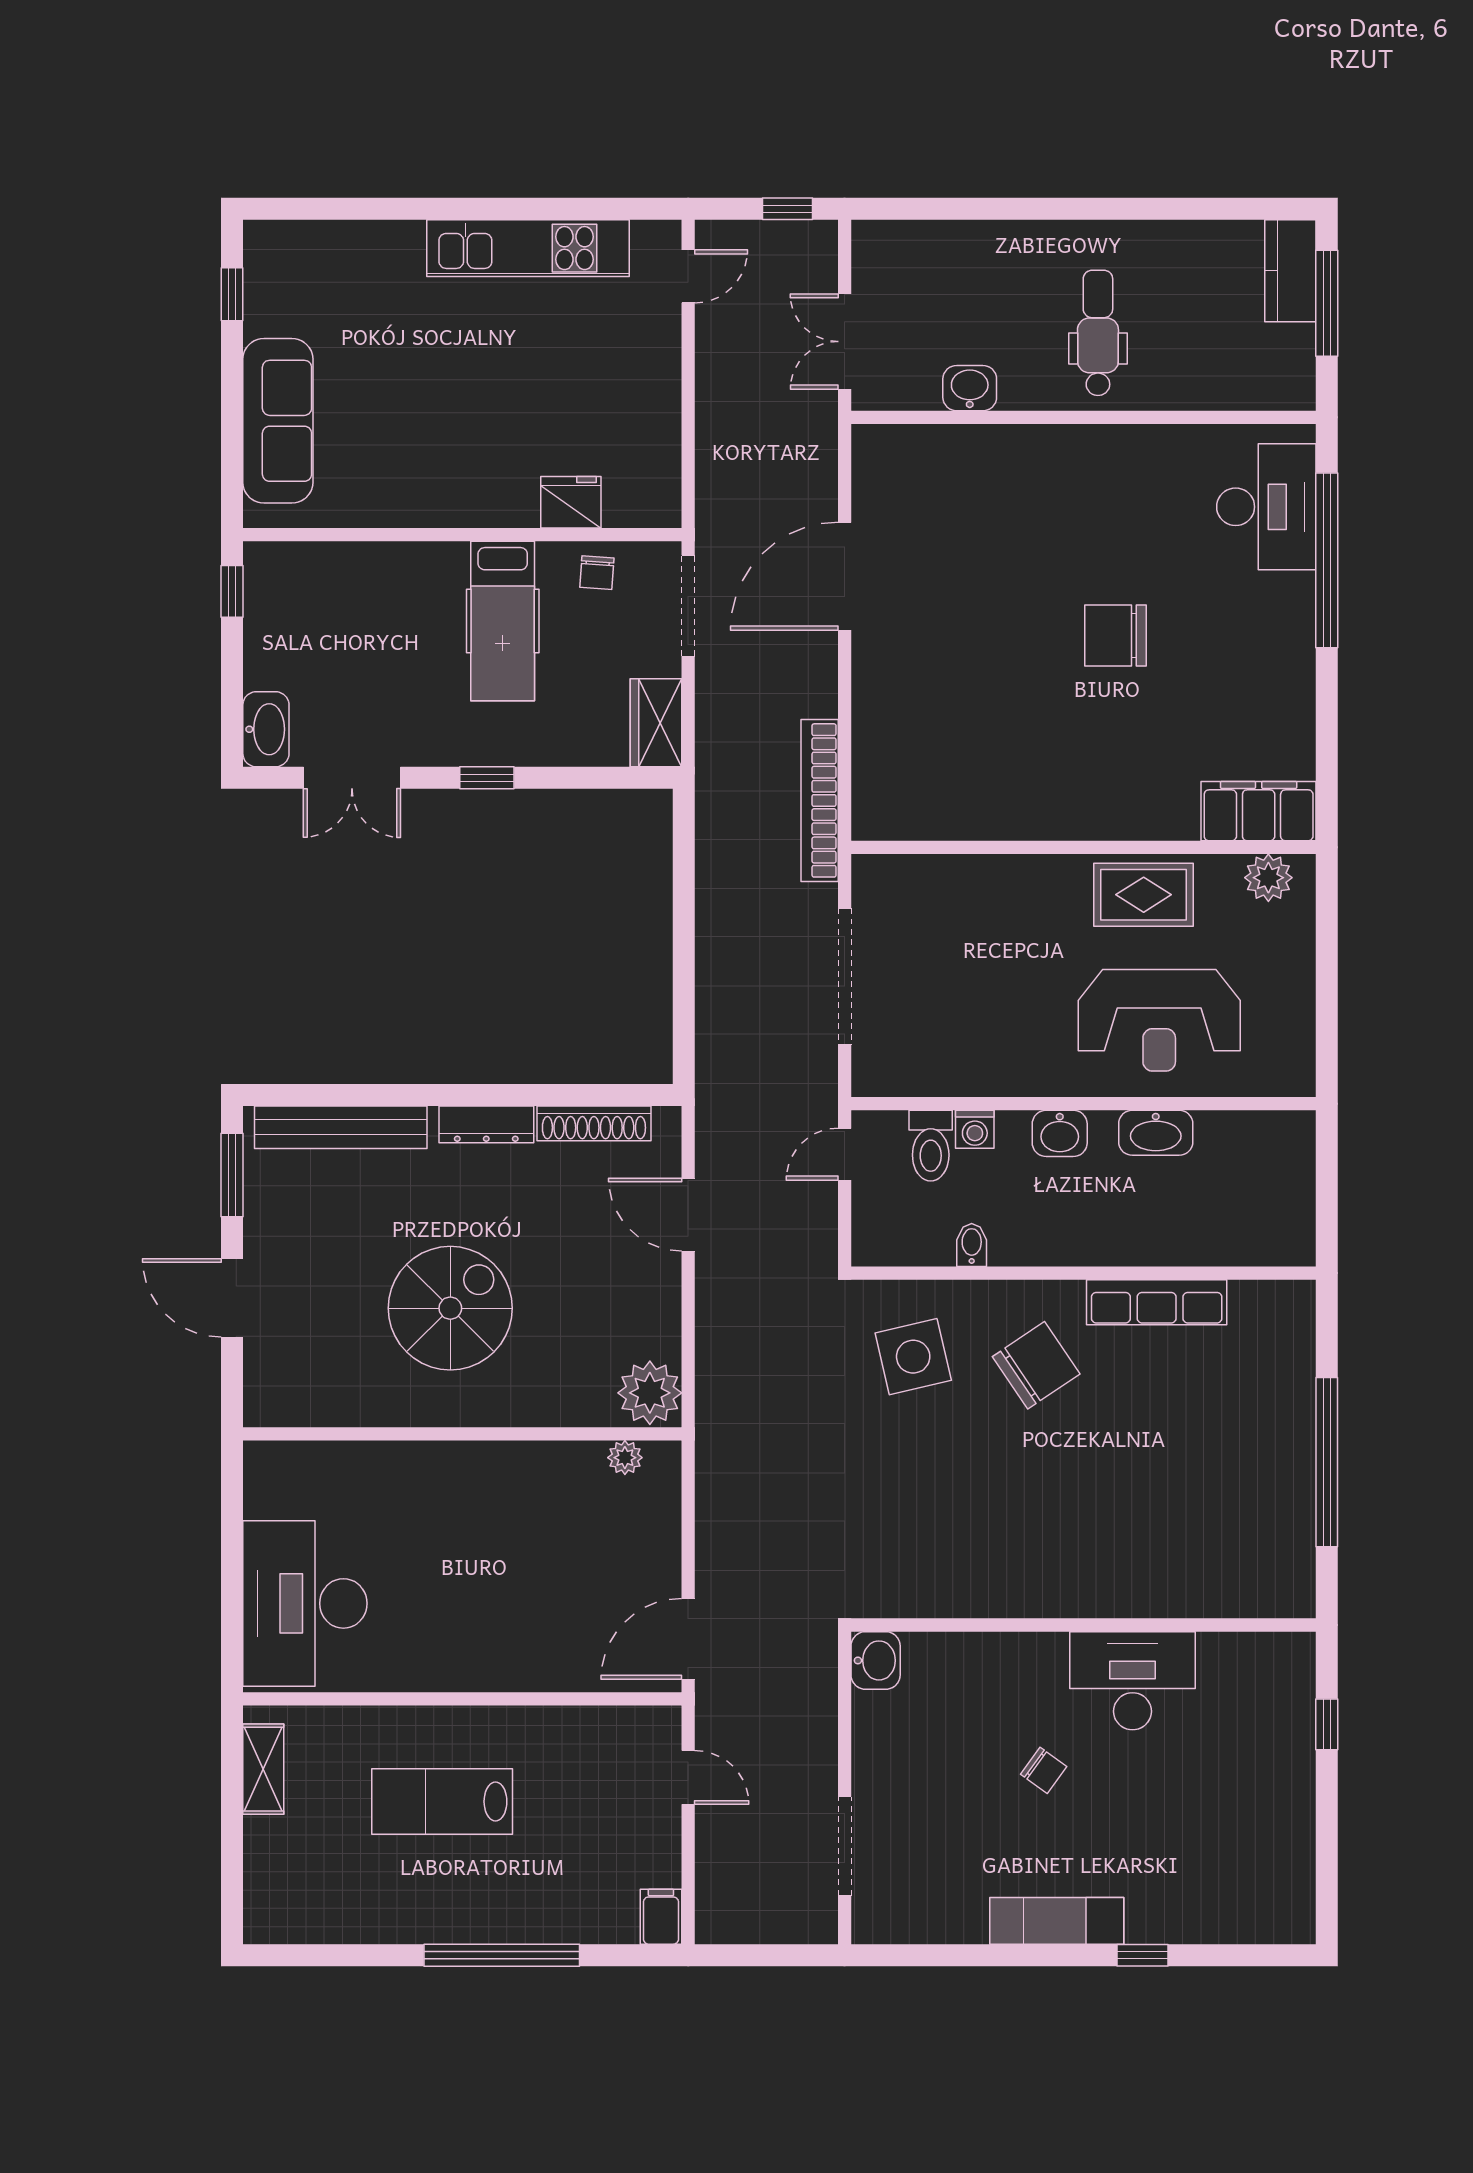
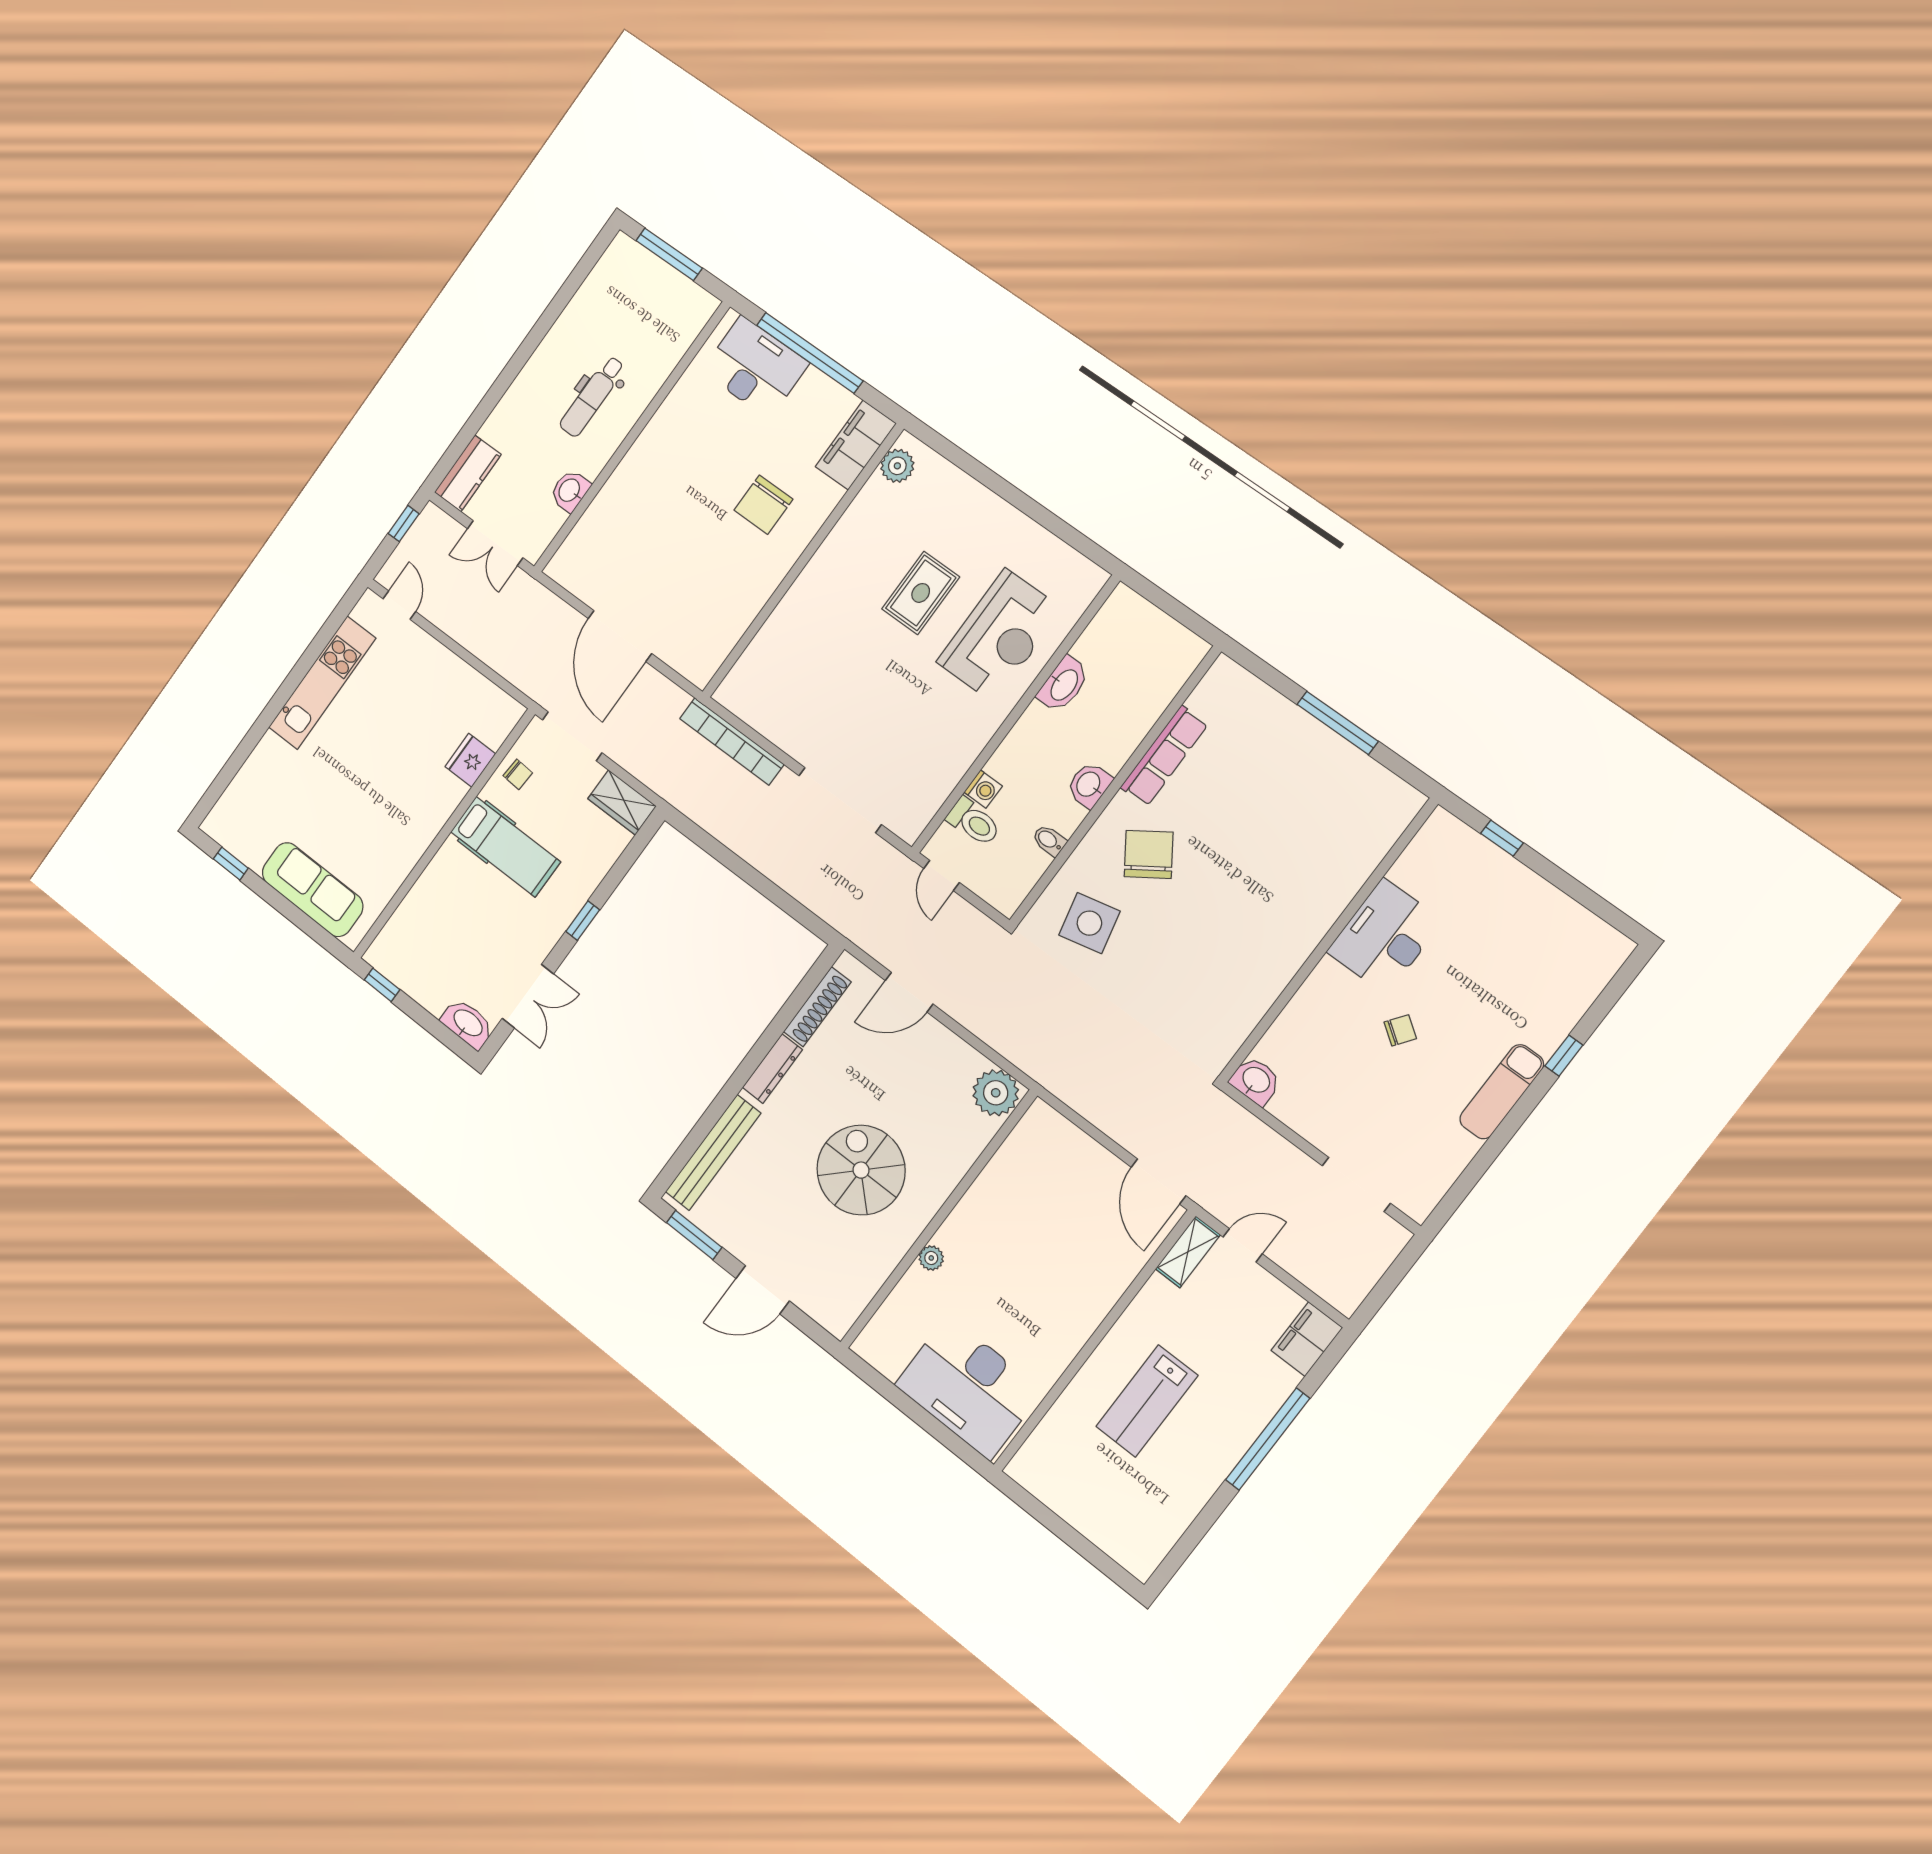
kitchen counter: (1290, 271) -> (468, 473), moved, turned -90
dental chair: (1098, 333) -> (592, 396), turned -90
filing cabinet: (1259, 811) -> (856, 445), moved
wall: (1083, 847) -> (803, 561), moved
plant: (1268, 878) -> (897, 466), moved
washbasin: (1060, 1133) -> (1089, 785), moved, turned 180
plant: (625, 1458) -> (931, 1258), moved
window: (1327, 1462) -> (1337, 723), width x0.68
shelving: (263, 1769) -> (1188, 1252), moved, turned 90
filing cabinet: (661, 1917) -> (1307, 1339), width x2.00

